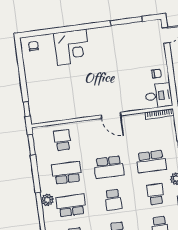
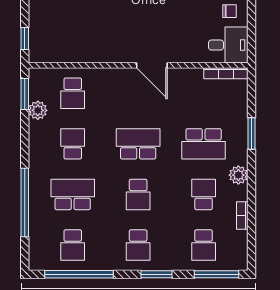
school desk: (62, 140) -> (73, 93), turned 180
school desk: (109, 167) -> (138, 144), turned 180
school desk: (67, 173) -> (73, 144), width x0.54
plant: (47, 200) -> (38, 110), moved

